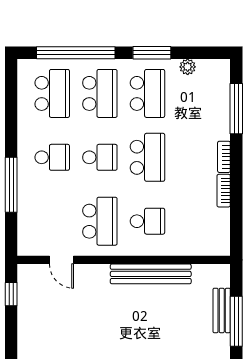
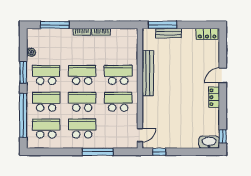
school desk: (52, 157) -> (82, 129), width x1.85
school desk: (100, 157) -> (82, 102), width x1.85
school desk: (147, 221) -> (118, 75), width x1.85
door: (61, 260) -> (140, 135), moved
window: (236, 321) -> (163, 25), moved

